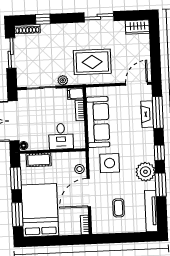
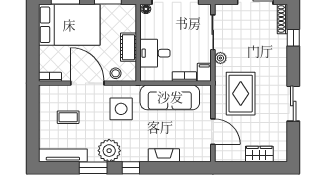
wardrobe: (137, 27) -> (259, 154), moved, turned 90
door: (137, 84) -> (213, 132), moved
window: (158, 112) -> (178, 168), removed
fireplace: (147, 114) -> (164, 155), moved
cot: (39, 160) -> (128, 47), moved

